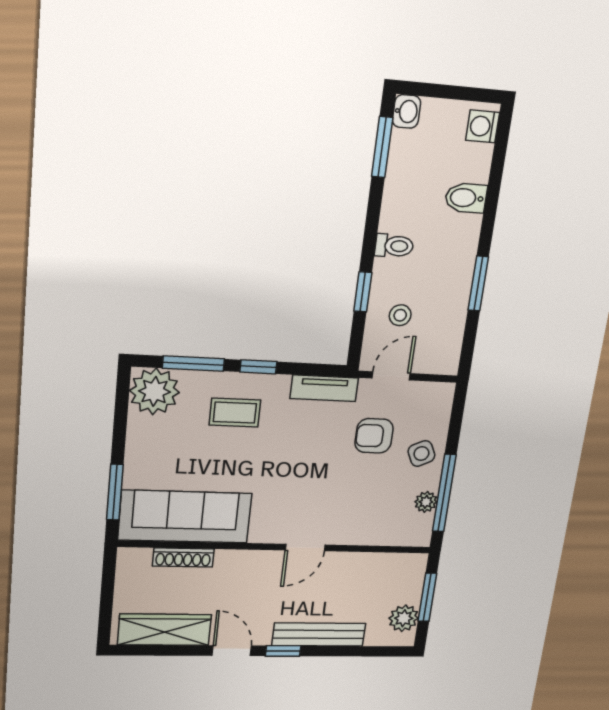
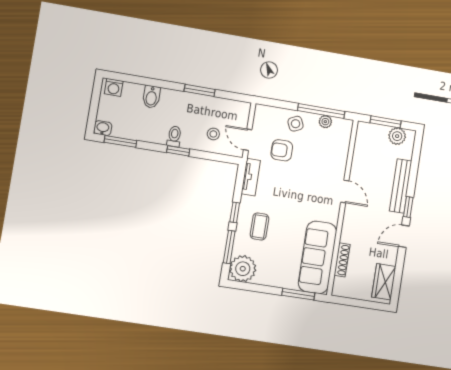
window: (363, 292) -> (178, 151), moved
armchair: (374, 436) -> (282, 150), turned 90
wardrobe: (164, 630) -> (384, 282), width x0.67

